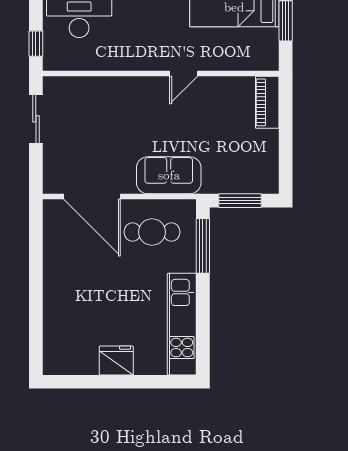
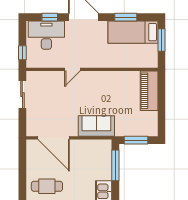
door: (184, 73) -> (72, 69), moved
piano: (267, 102) -> (149, 91), width x1.37, depth x1.33
cafe table: (152, 232) -> (47, 186), moved

